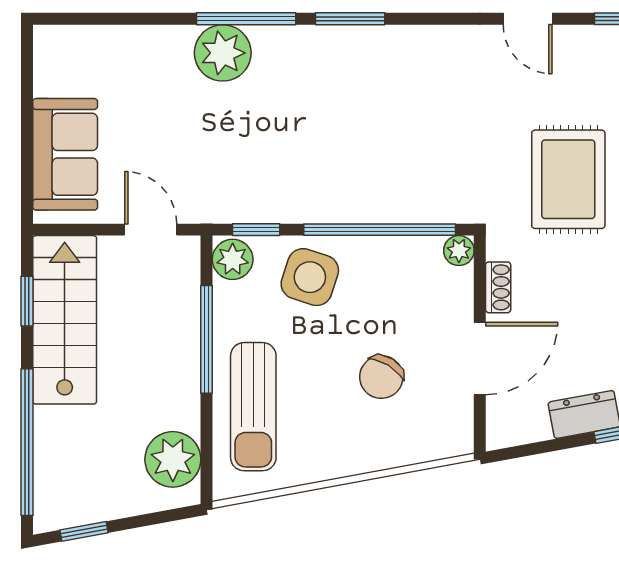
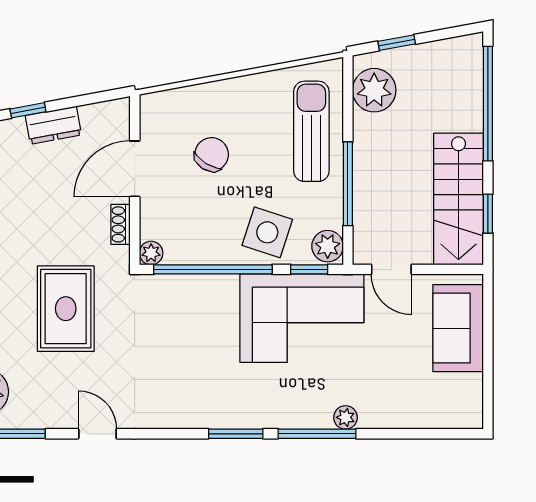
plant: (223, 53) -> (346, 417), width x0.53, depth x0.53
corner sofa: (265, 167) -> (302, 318), added
window: (84, 531) -> (397, 43), moved

